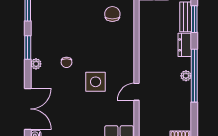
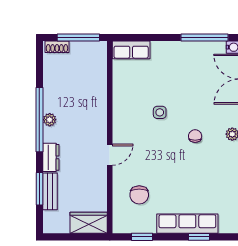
side table: (96, 82) -> (160, 112), width x0.54, depth x0.54
door: (137, 92) -> (110, 155), moved

